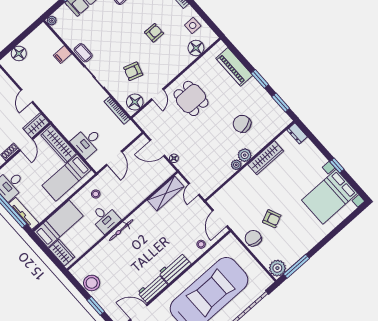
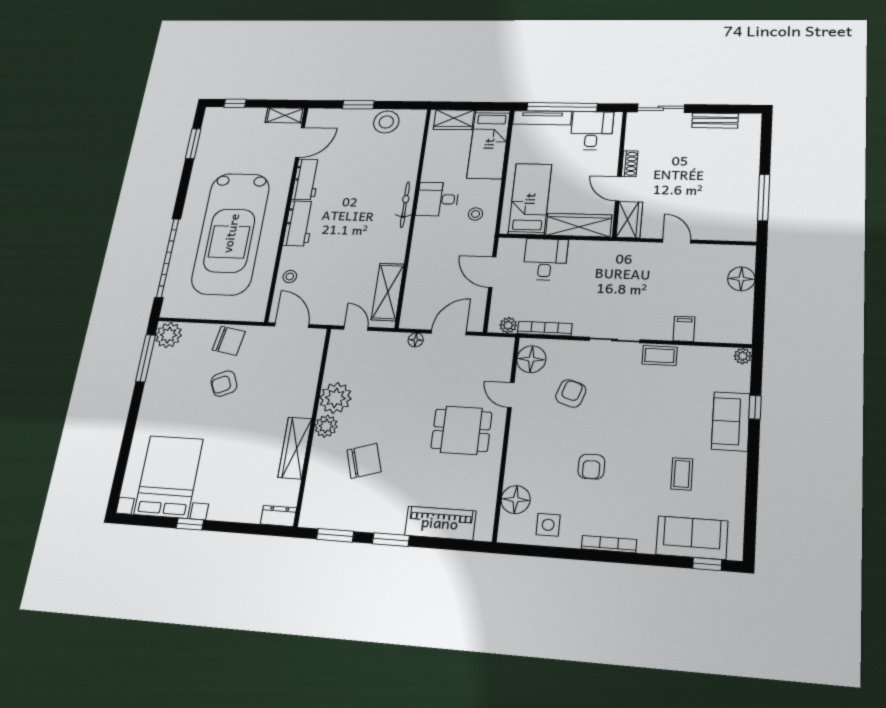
plant: (130, 127) -> (508, 325), added
plant: (236, 165) -> (335, 398), width x1.88, depth x1.88

